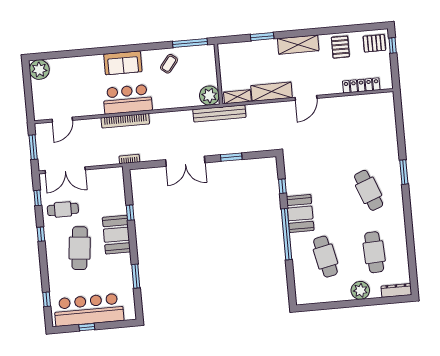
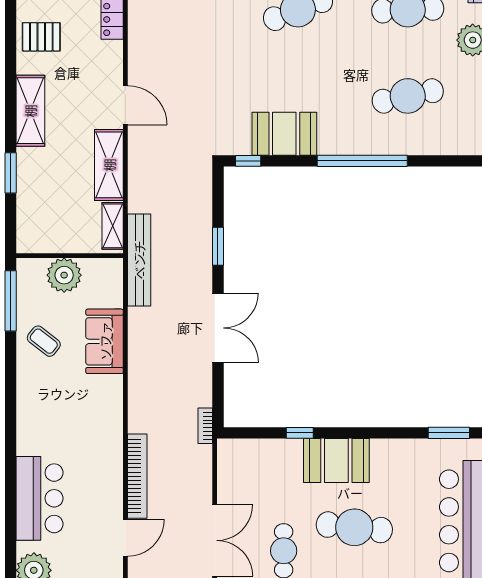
sofa: (123, 63) -> (105, 341), moved, turned 180
plant: (209, 95) -> (64, 275), moved
bar counter: (128, 99) -> (40, 498), moved, turned 180
door: (62, 120) -> (125, 538), hinge flipped
bookcase: (125, 121) -> (137, 476), moved
window: (282, 186) -> (248, 161), moved
booth: (300, 213) -> (284, 134), moved
window: (136, 276) -> (449, 433), moved

